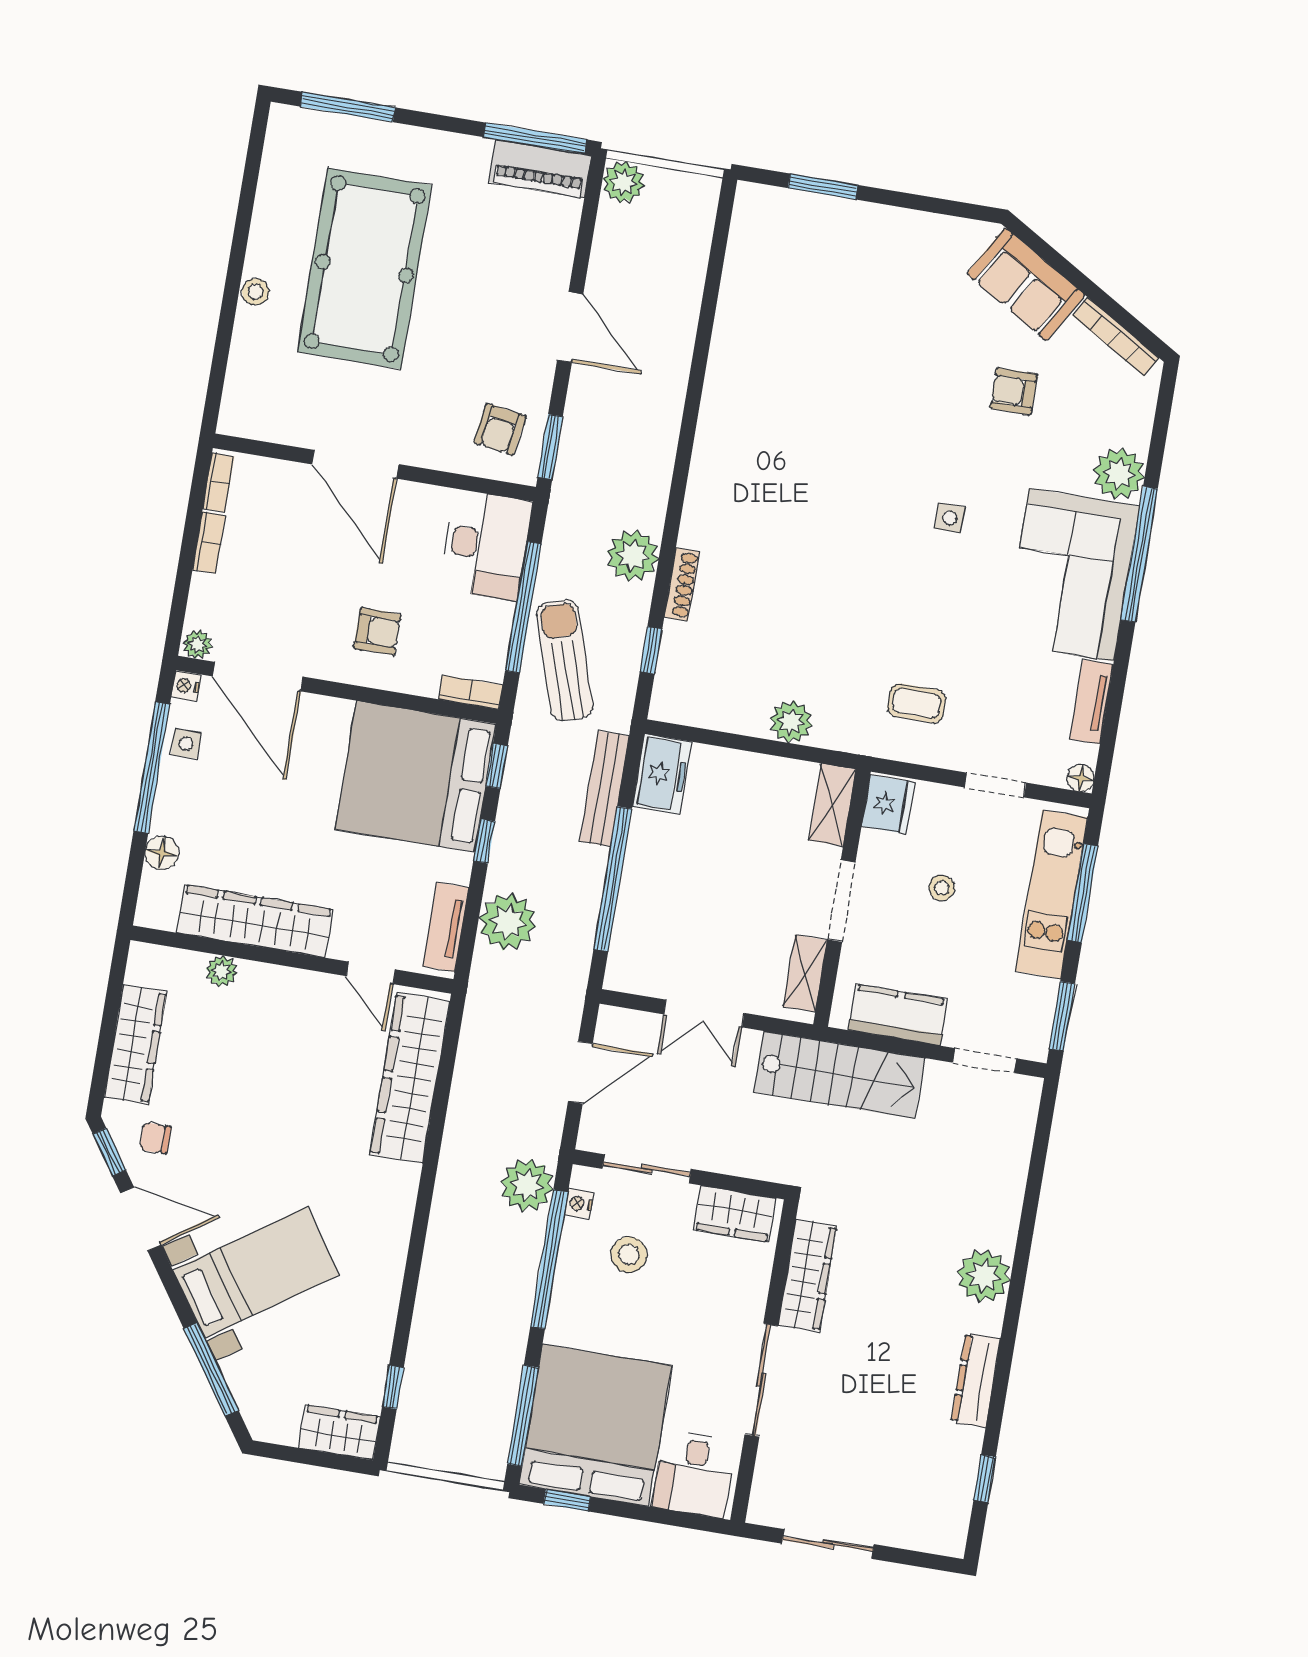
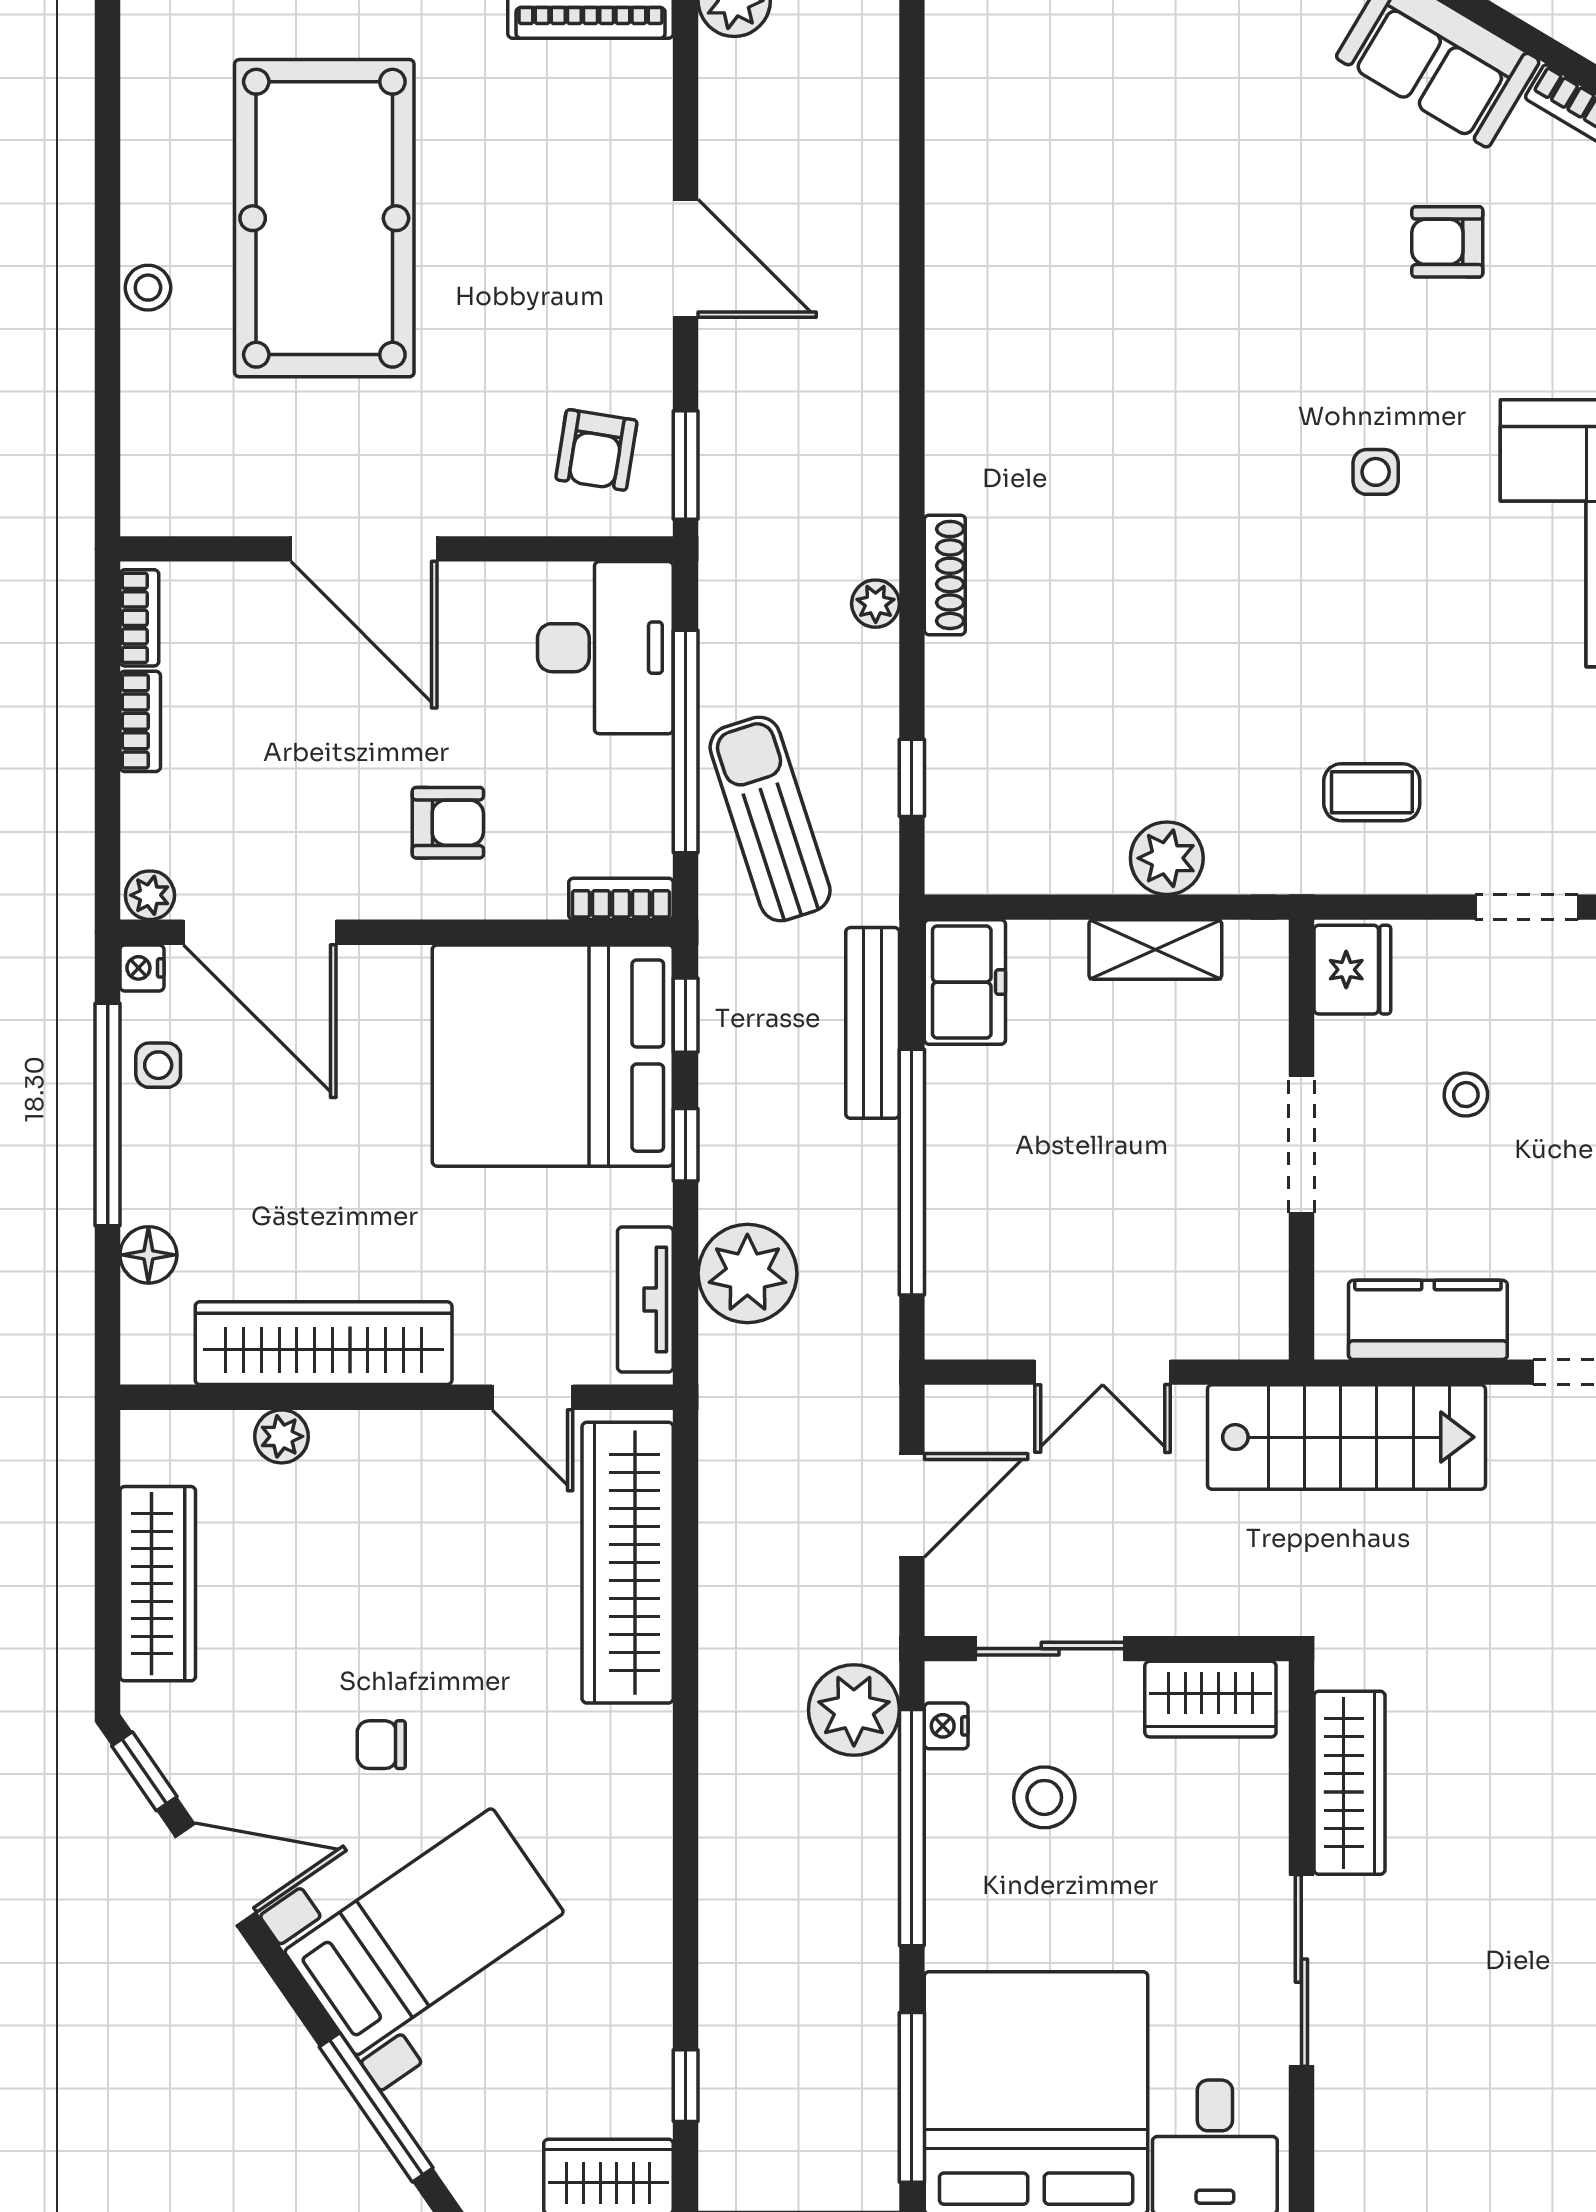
plant: (633, 556) -> (876, 604), width x0.53, depth x0.53
shoe rack: (682, 584) -> (945, 575), moved
shelving: (832, 805) -> (1155, 950), moved, turned 90
shelving: (805, 973) -> (1261, 1276), removed
chair: (155, 1138) -> (381, 1745), moved

